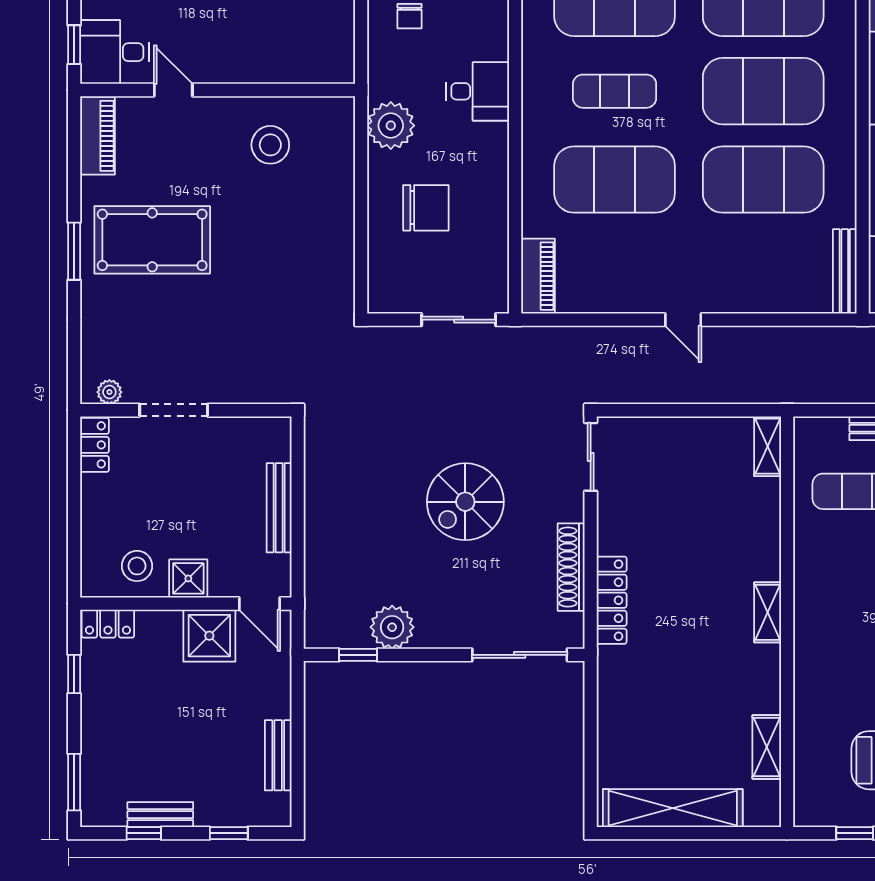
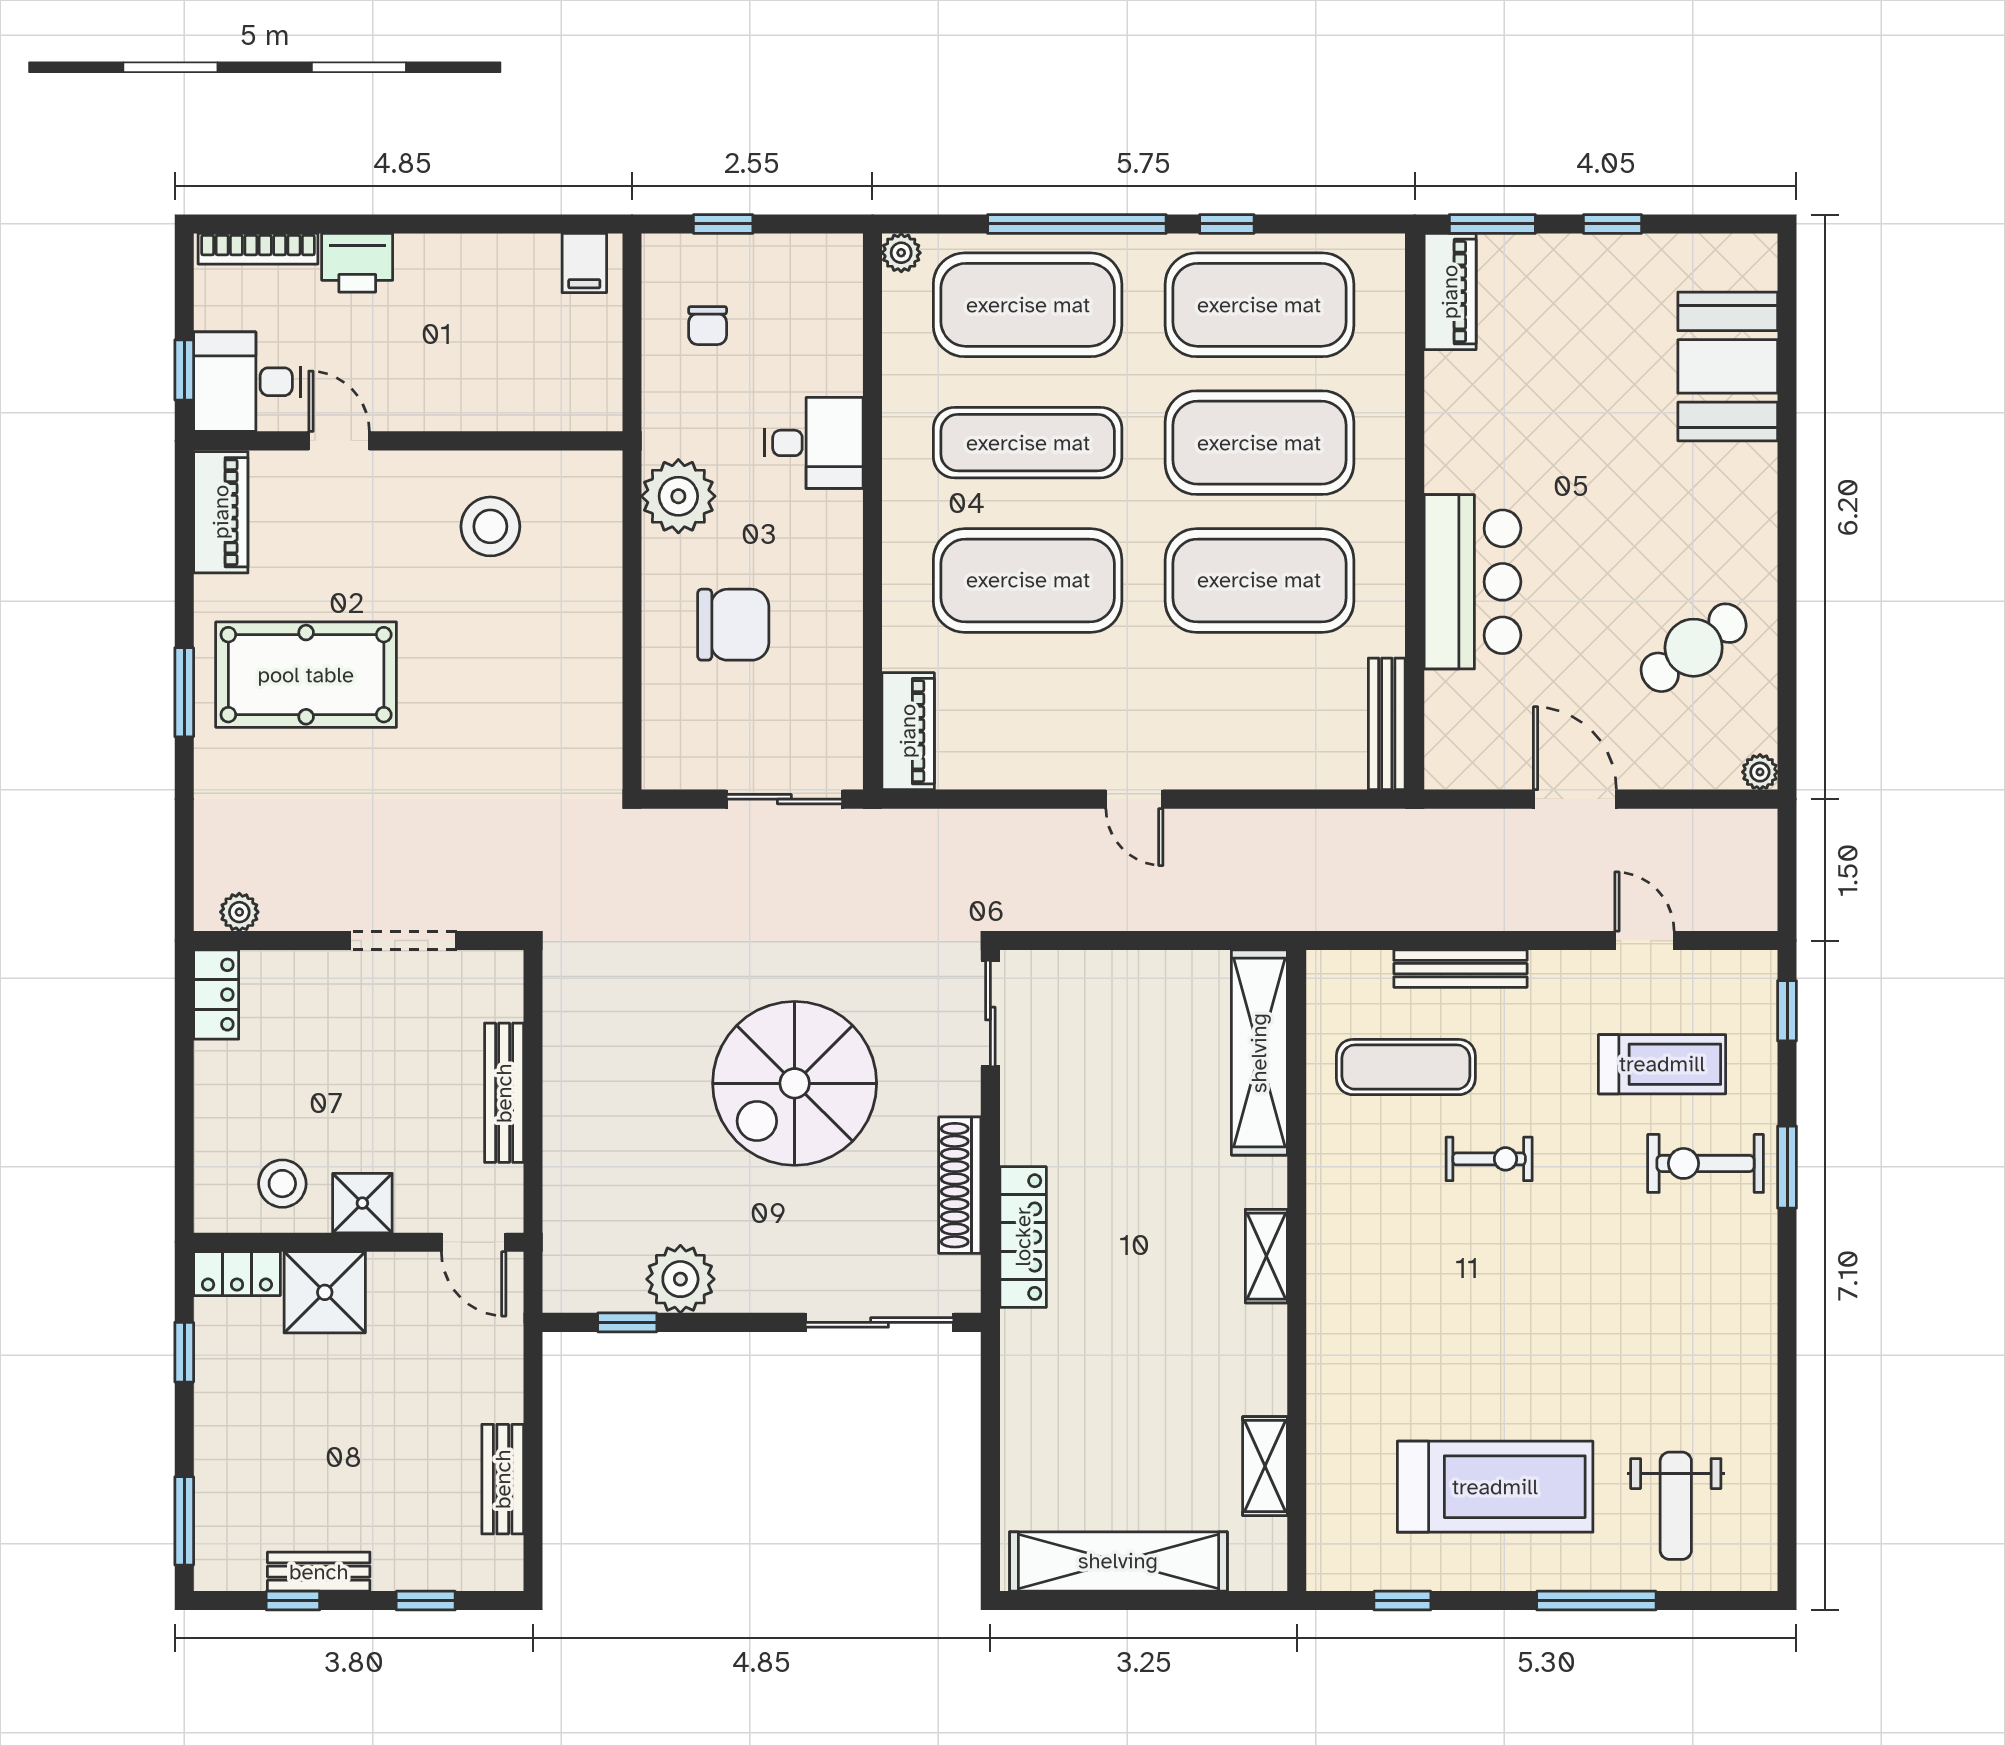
exercise mat: (615, 91) -> (1028, 443), width x1.36, depth x1.45
doorway: (174, 410) -> (403, 941), moved
shelving: (768, 446) -> (1259, 1053), width x2.20, depth x1.33
spiral stairs: (465, 502) -> (795, 1083), width x1.37, depth x1.37
shower: (209, 636) -> (325, 1292), moved

